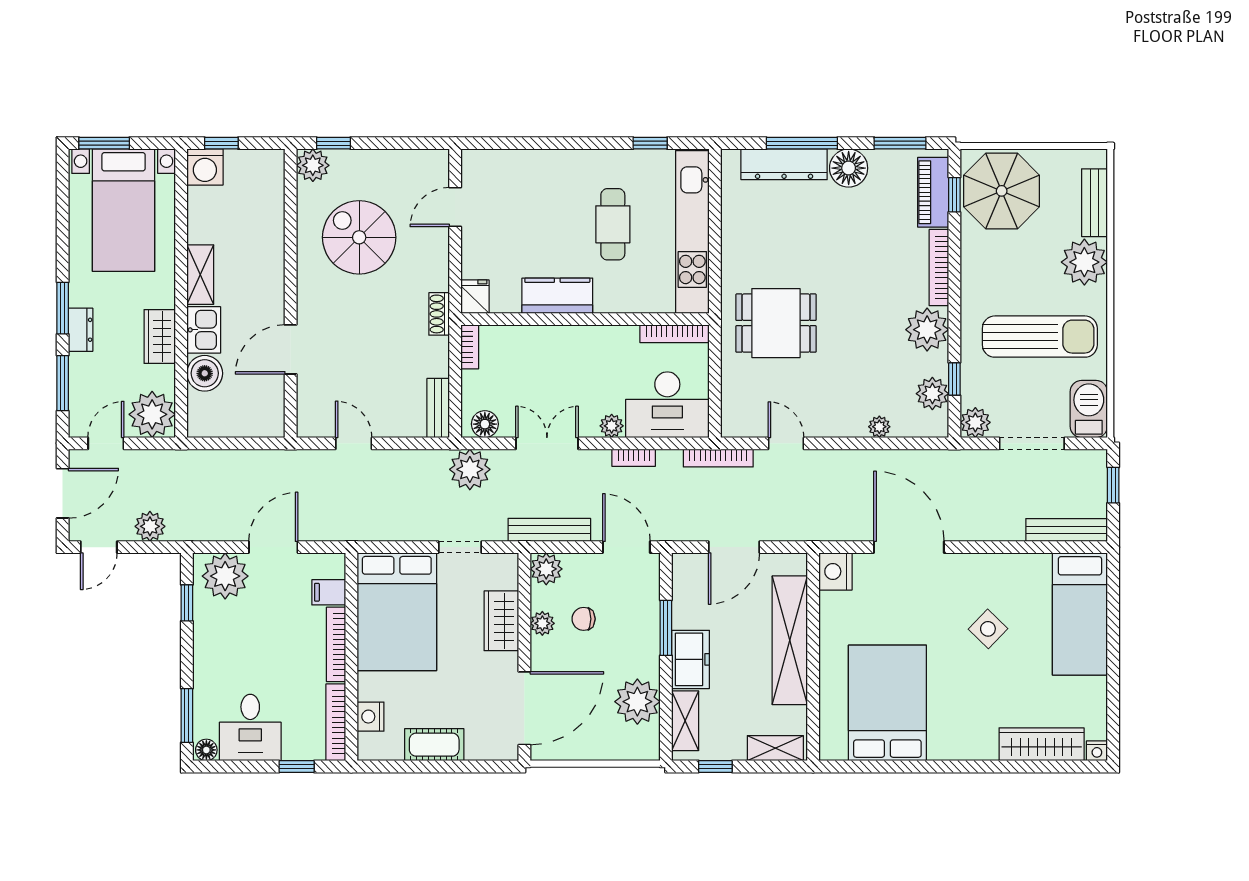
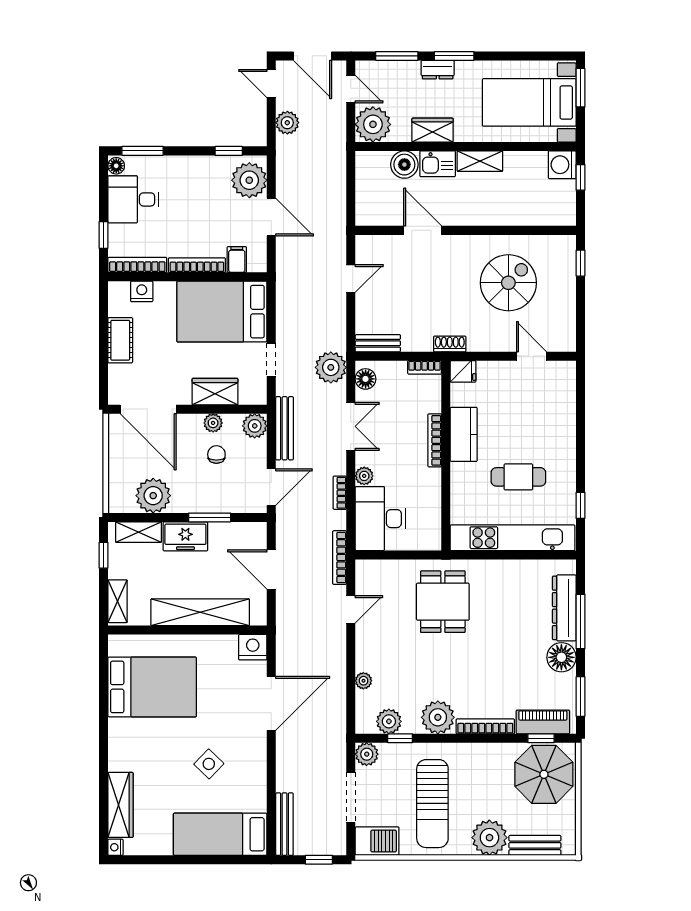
plant: (313, 165) -> (564, 247), removed
bookcase: (675, 334) -> (435, 440), moved

